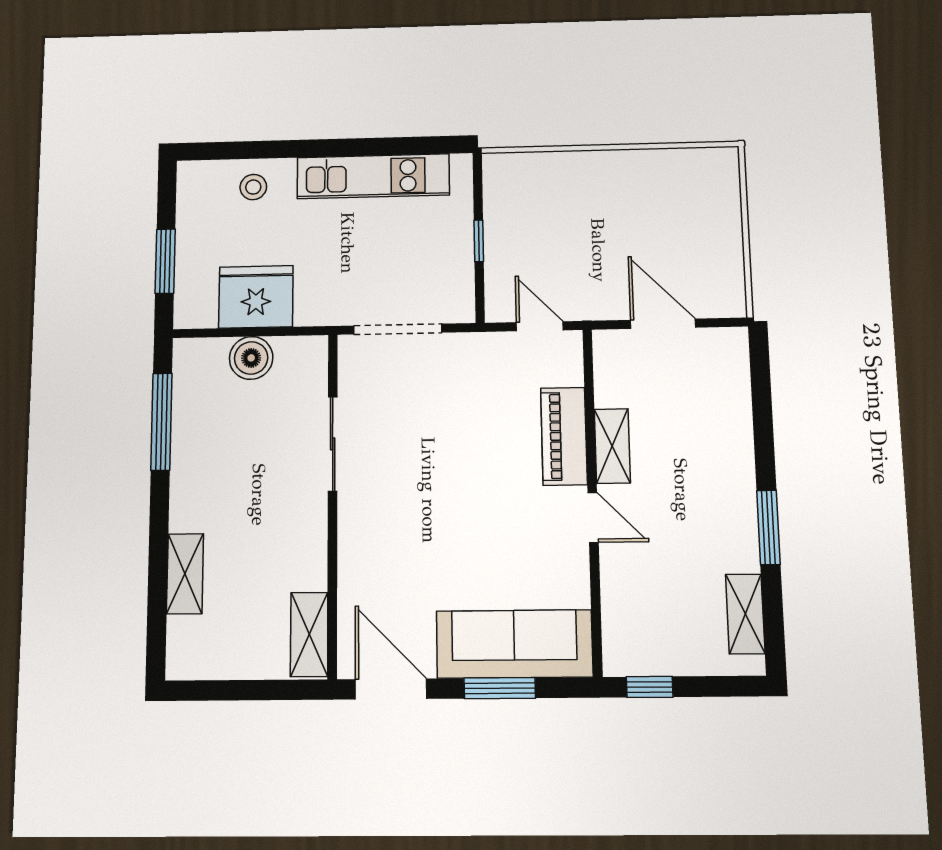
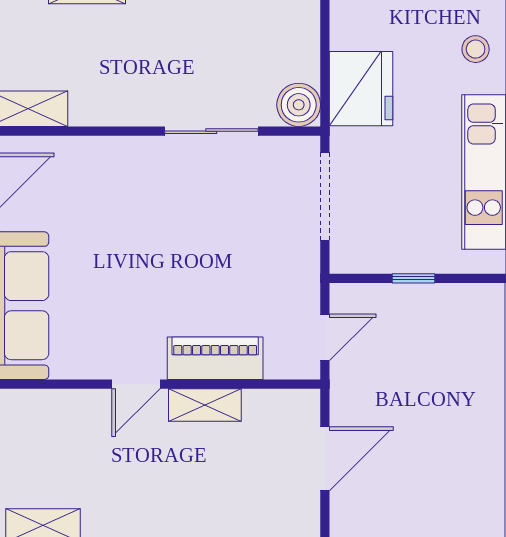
fridge: (256, 297) -> (361, 89), moved
boiler: (251, 358) -> (299, 105), moved

